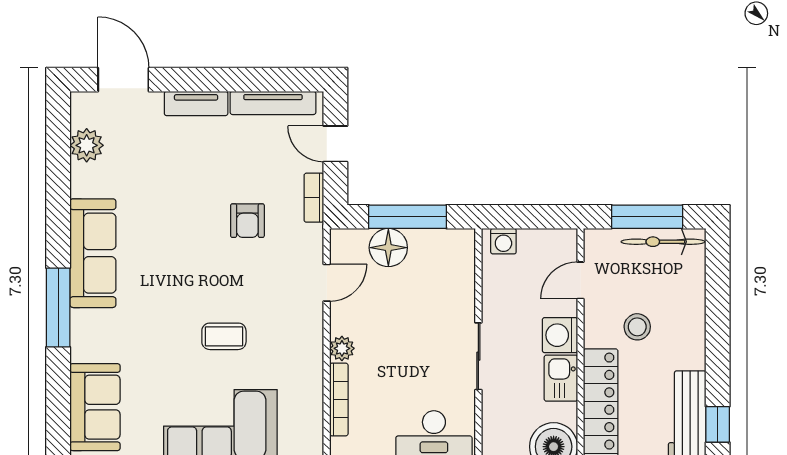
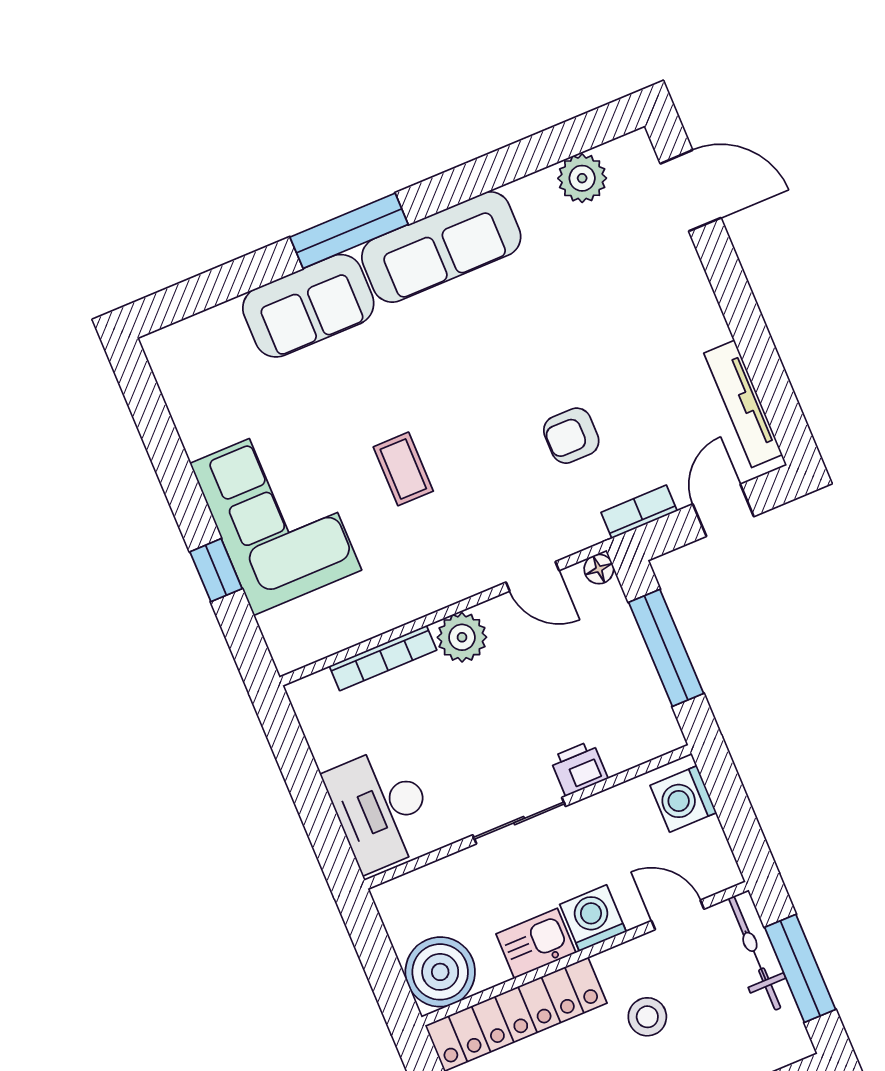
door: (123, 80) -> (691, 191), hinge flipped
tv unit: (196, 103) -> (699, 301), removed
washing machine: (503, 241) -> (683, 799), width x1.38, depth x1.38
bicycle: (663, 242) -> (755, 953), moved
floor lamp: (388, 248) -> (599, 569), moved, width x0.53, depth x0.53
printer: (461, 304) -> (579, 768), added
plant: (342, 348) -> (462, 637), width x1.38, depth x1.38
sofa: (95, 407) -> (308, 306), moved

